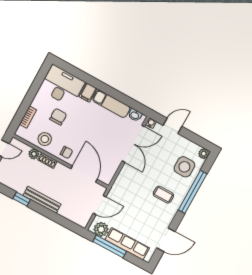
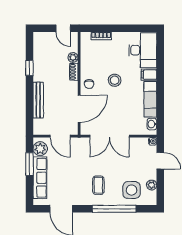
chair: (58, 117) -> (115, 61), removed
stool: (45, 139) -> (115, 80), moved
double door: (133, 144) -> (109, 136), moved
plant: (204, 154) -> (152, 185), moved
bench: (42, 200) -> (38, 100), moved
window: (110, 247) -> (29, 164), width x0.69

